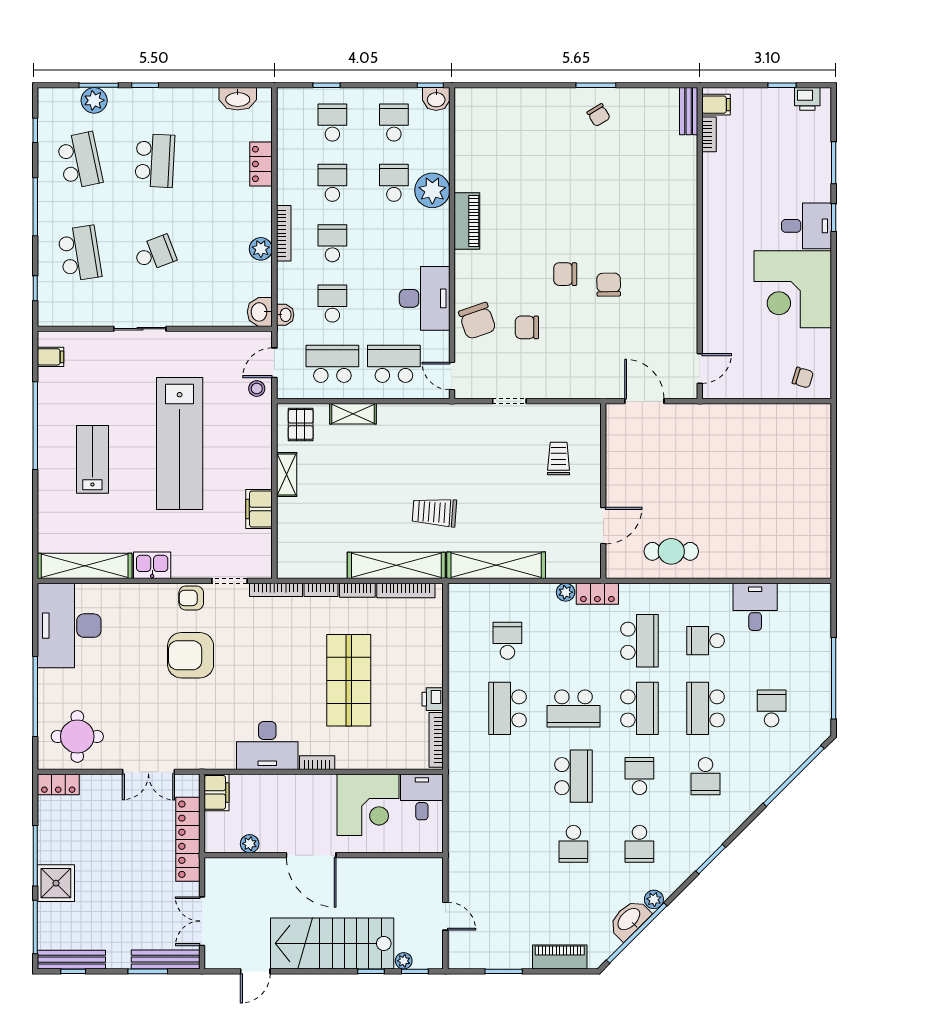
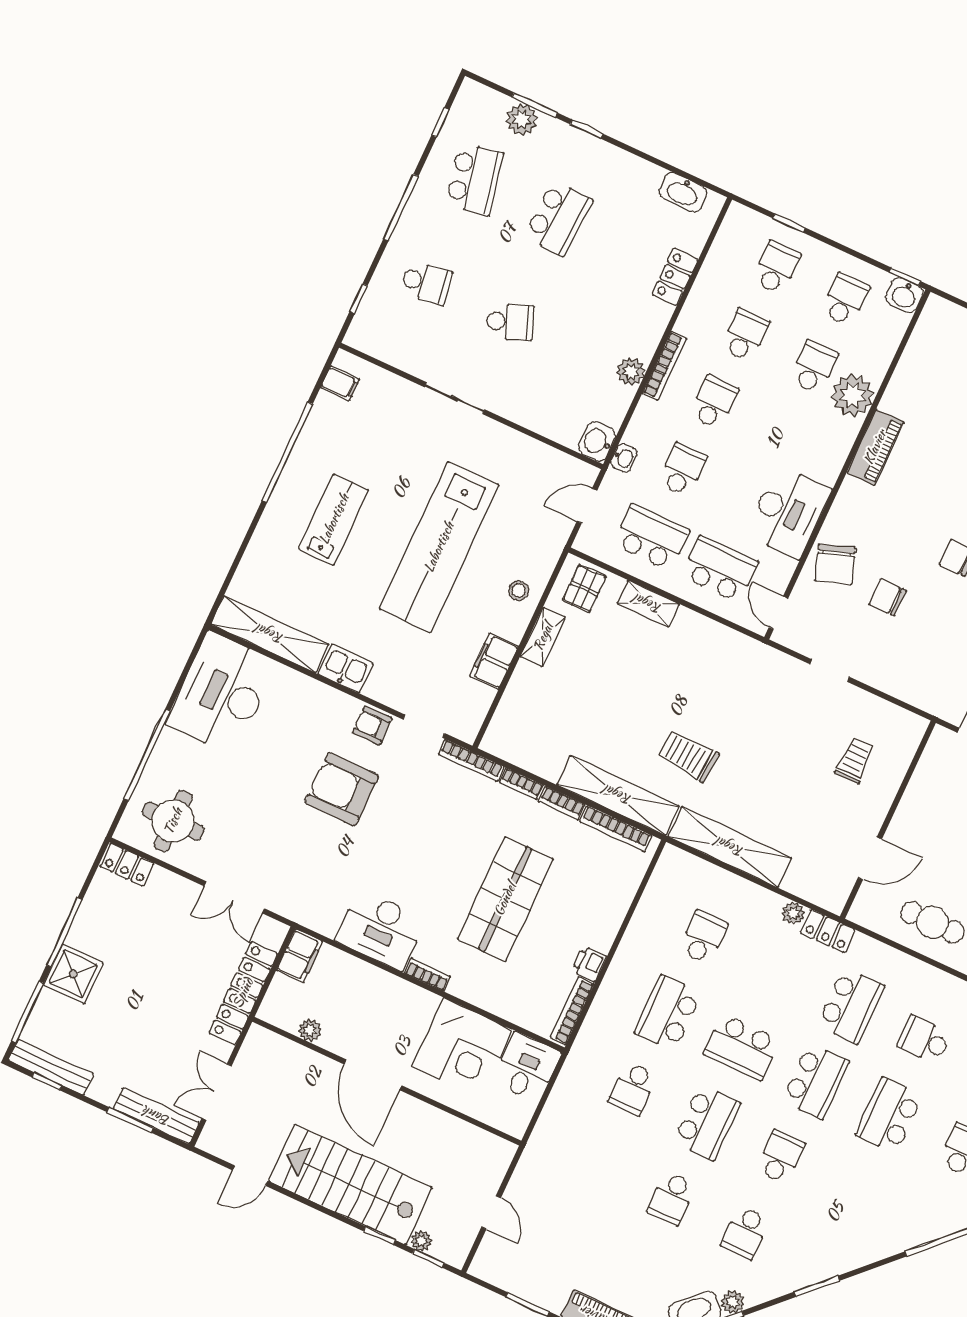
school desk: (80, 253) -> (426, 283), width x0.54
stool: (257, 389) -> (519, 591), moved
school desk: (706, 776) -> (633, 1088), moved

